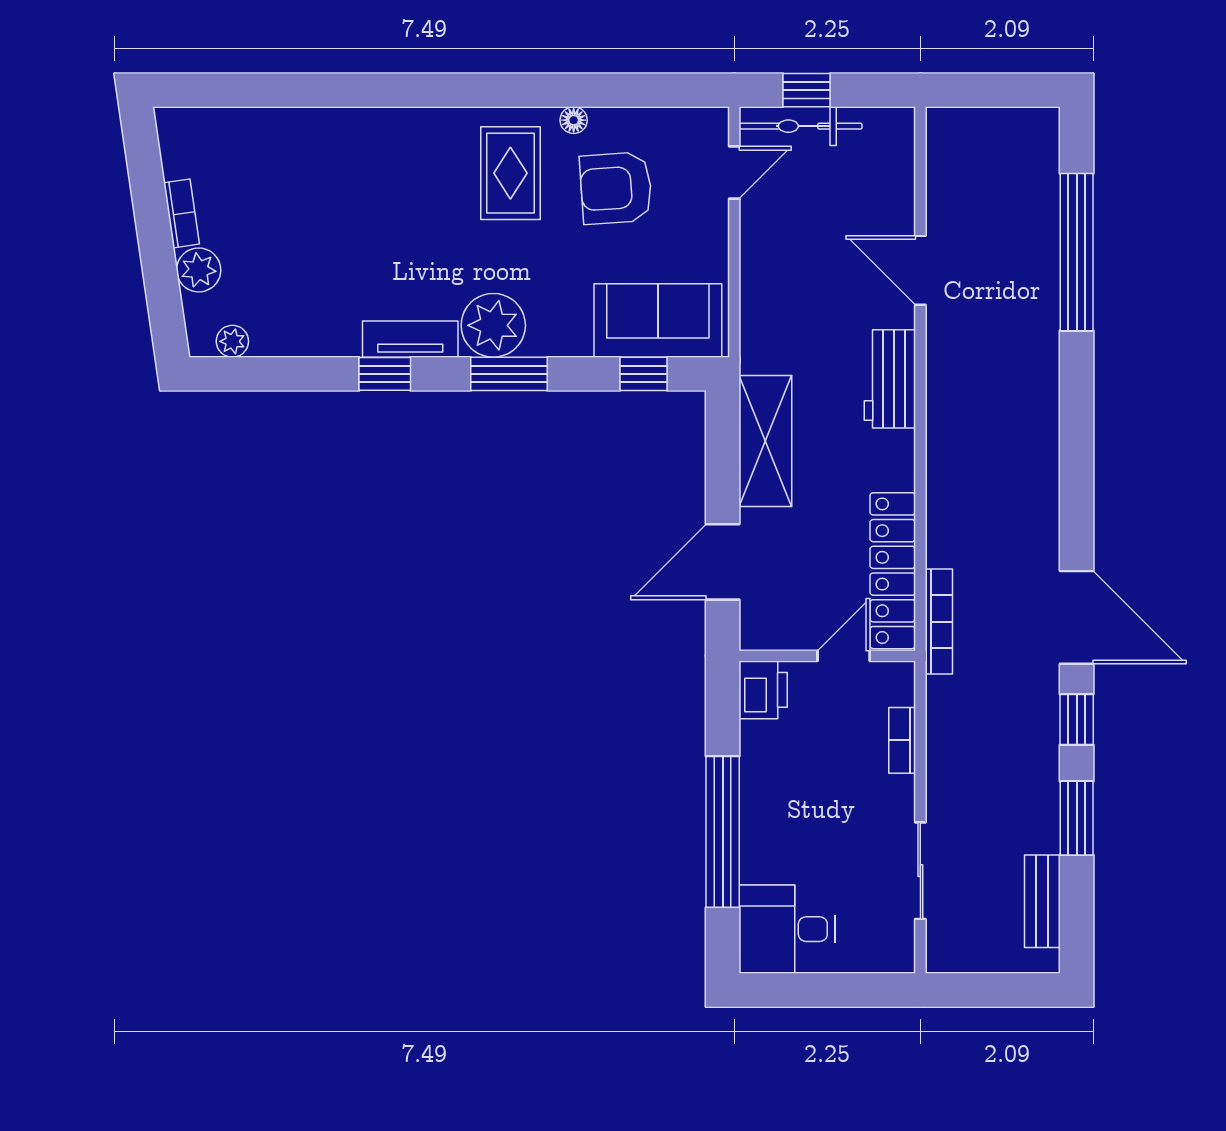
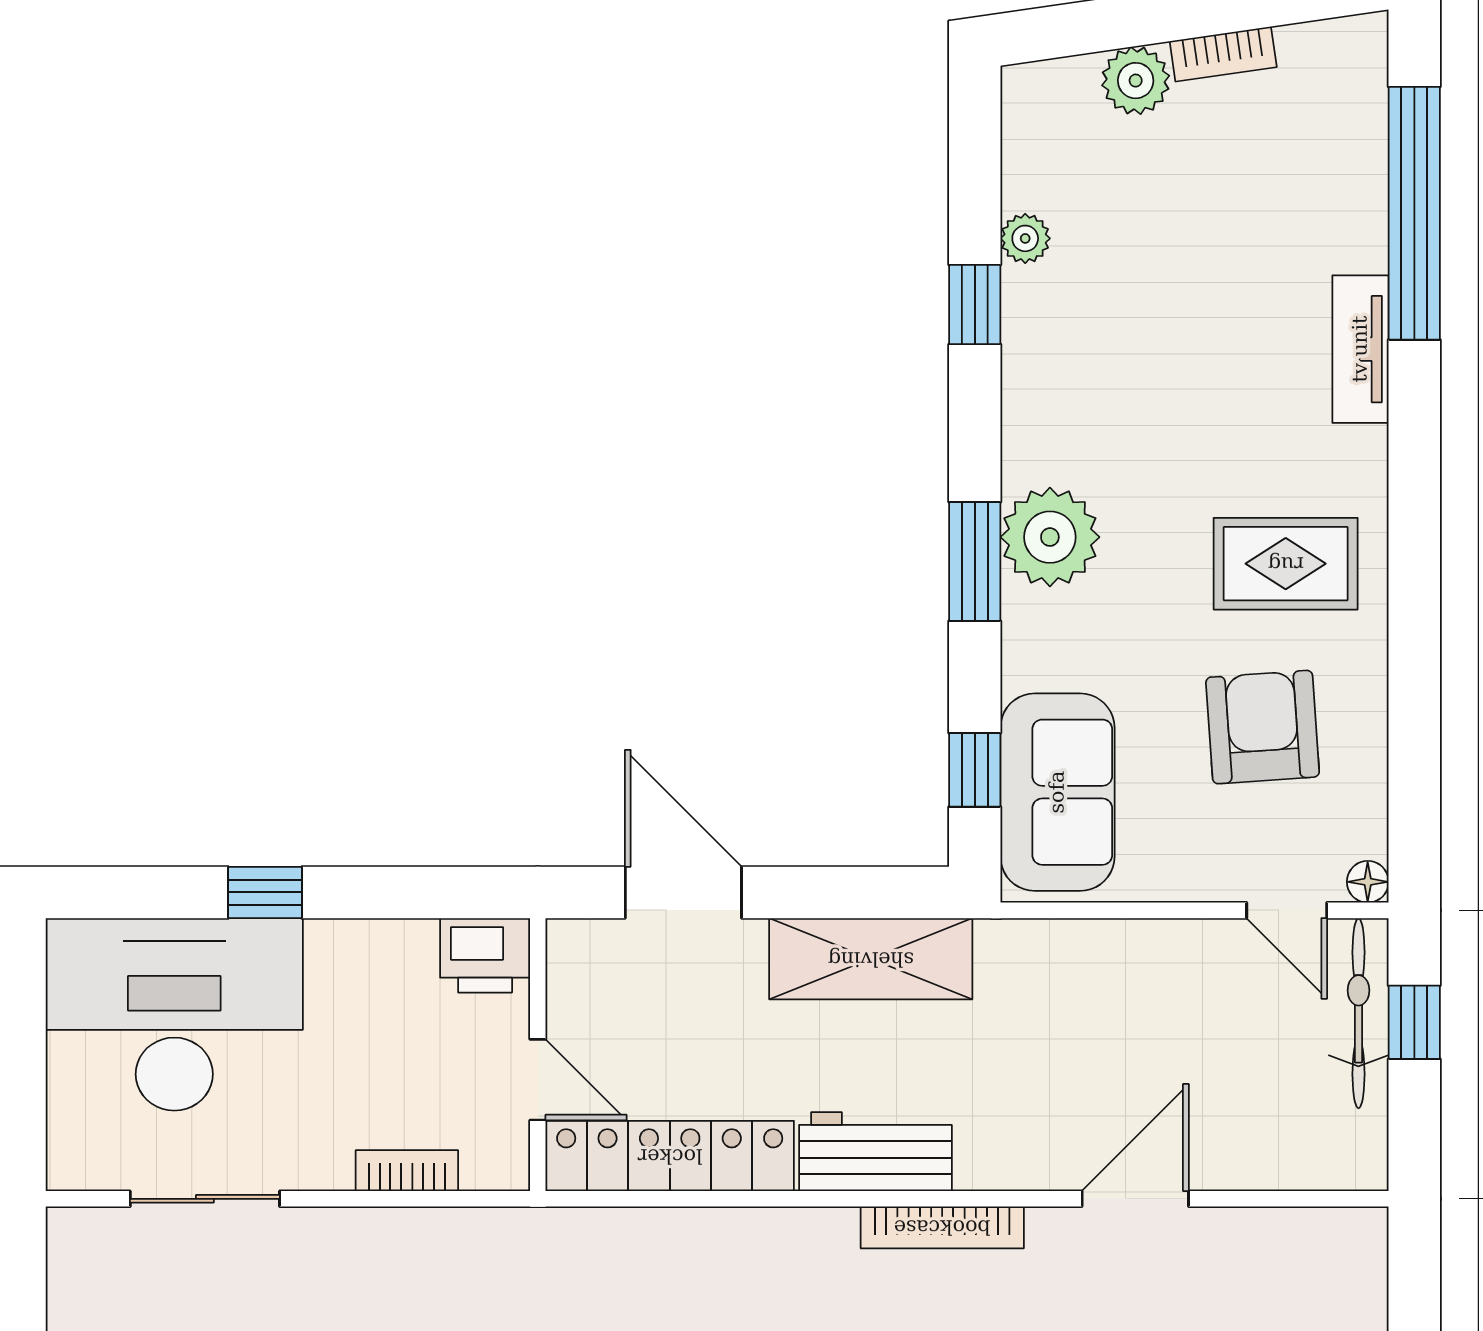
window: (284, 90) -> (1414, 213), added
floor lamp: (574, 120) -> (1368, 882), moved
tv unit: (410, 339) -> (1360, 349), moved, turned 180
plant: (232, 341) -> (1025, 238), moved
window: (385, 374) -> (975, 305), moved
workbench: (890, 379) -> (875, 1152), moved
bookcase: (939, 622) -> (942, 1227), moved
window: (723, 832) -> (265, 892), width x0.32
desk: (787, 929) -> (174, 1014), width x1.87, depth x1.30

